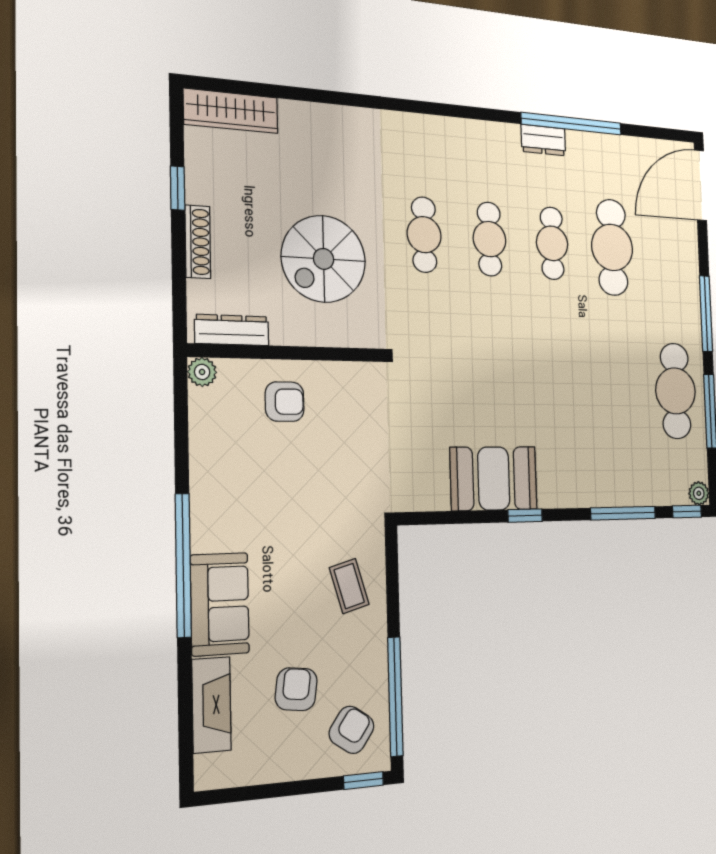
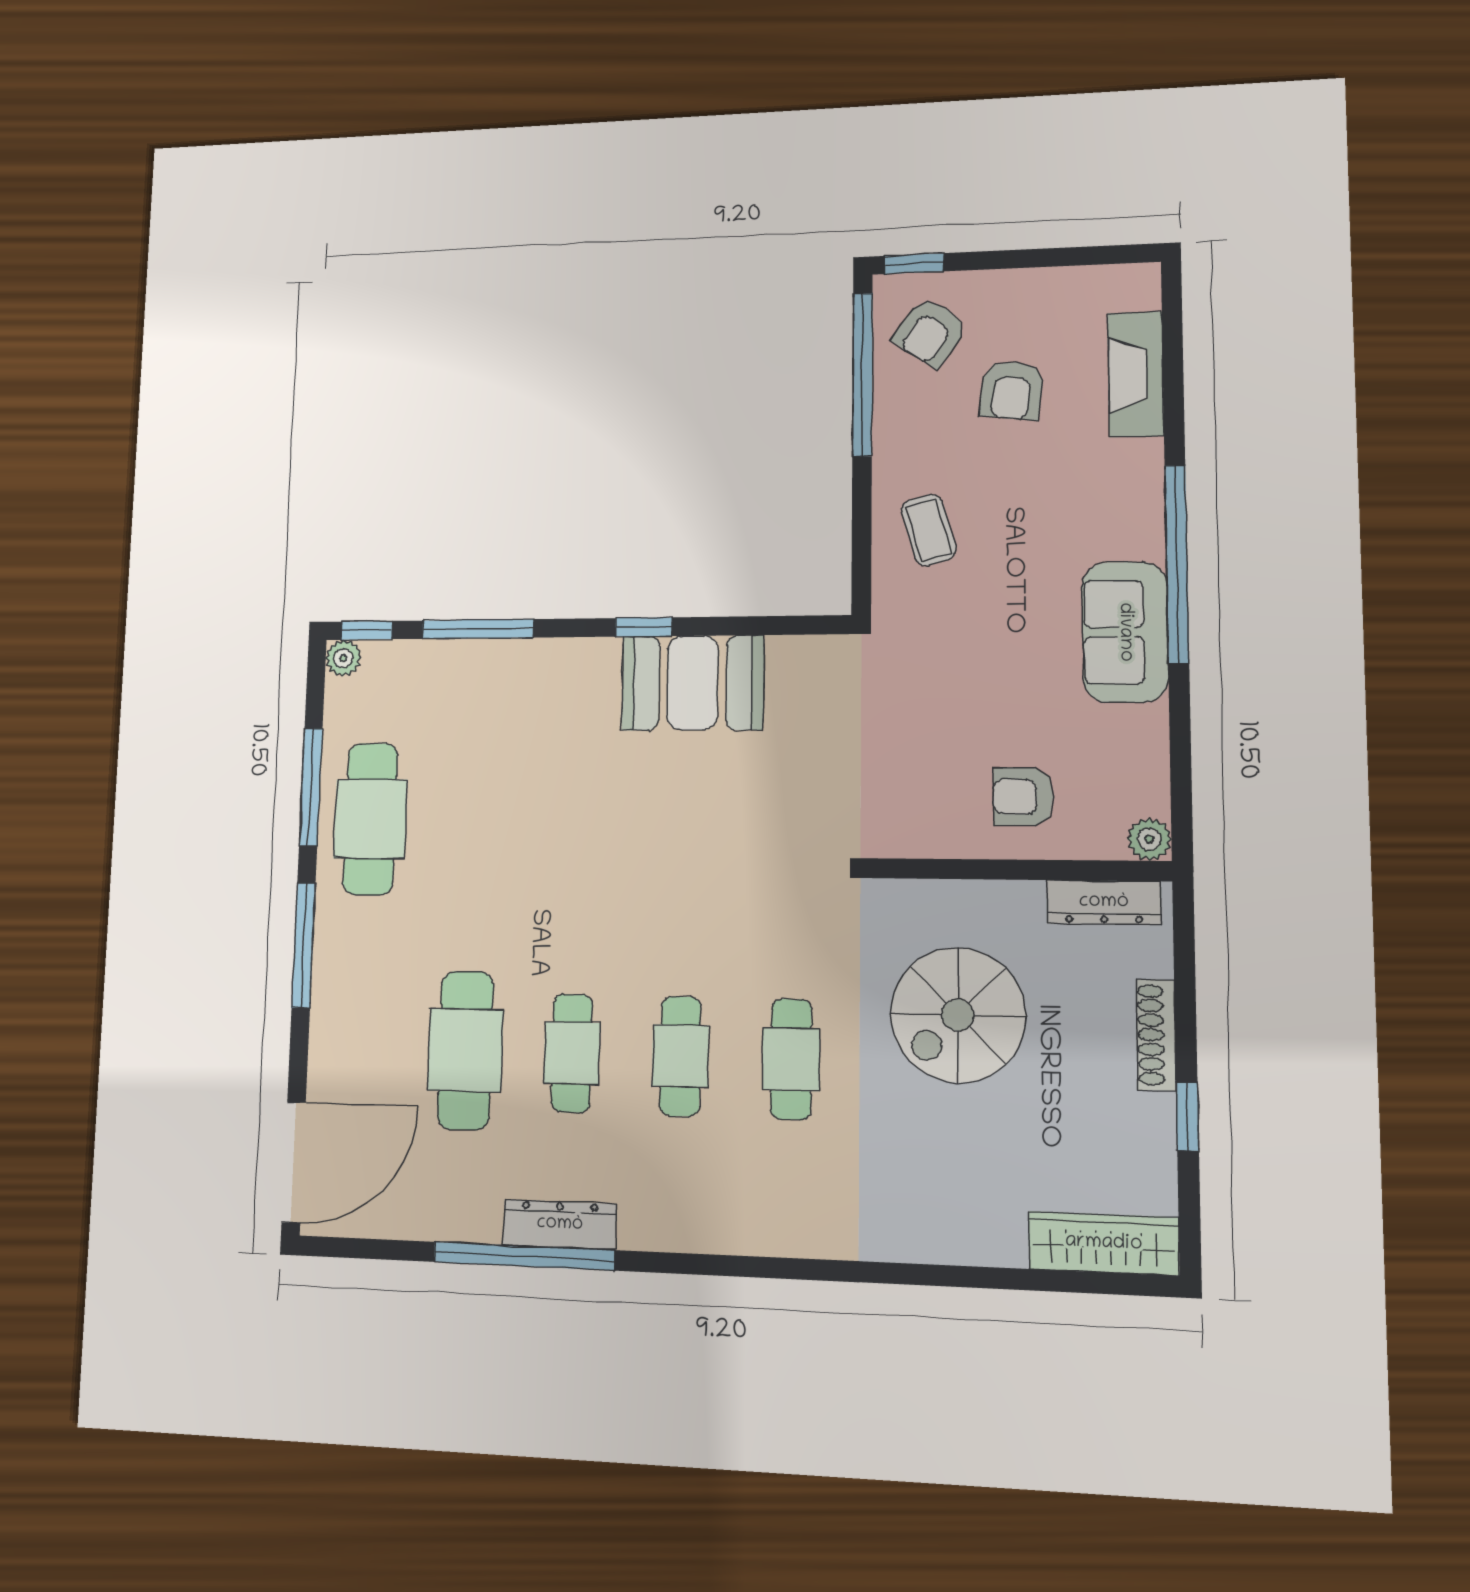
dresser: (543, 140) -> (560, 1224), width x1.44
spiral stairs: (324, 259) -> (958, 1015), turned 180
sofa: (220, 604) -> (1125, 632), moved

